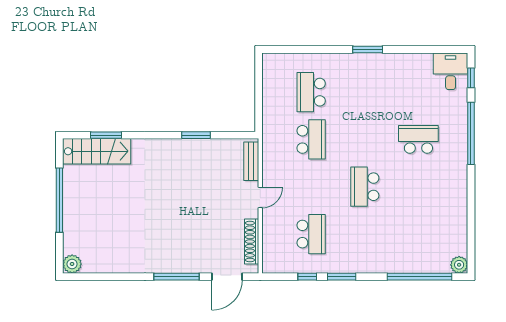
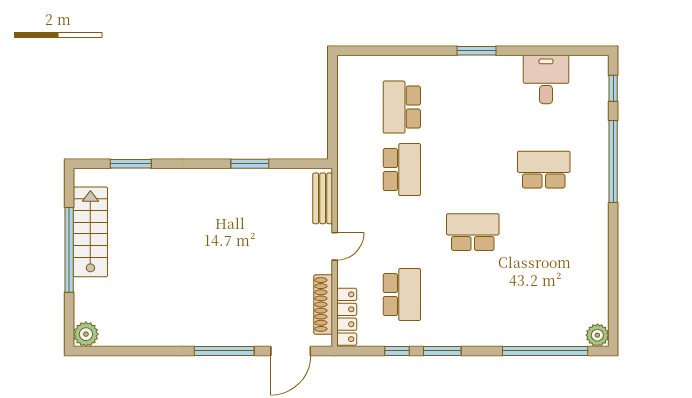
desk: (451, 71) -> (546, 79), moved
stairs: (97, 151) -> (90, 232), moved, turned -90
school desk: (365, 187) -> (473, 232), turned 90
locker: (269, 251) -> (347, 317), added

